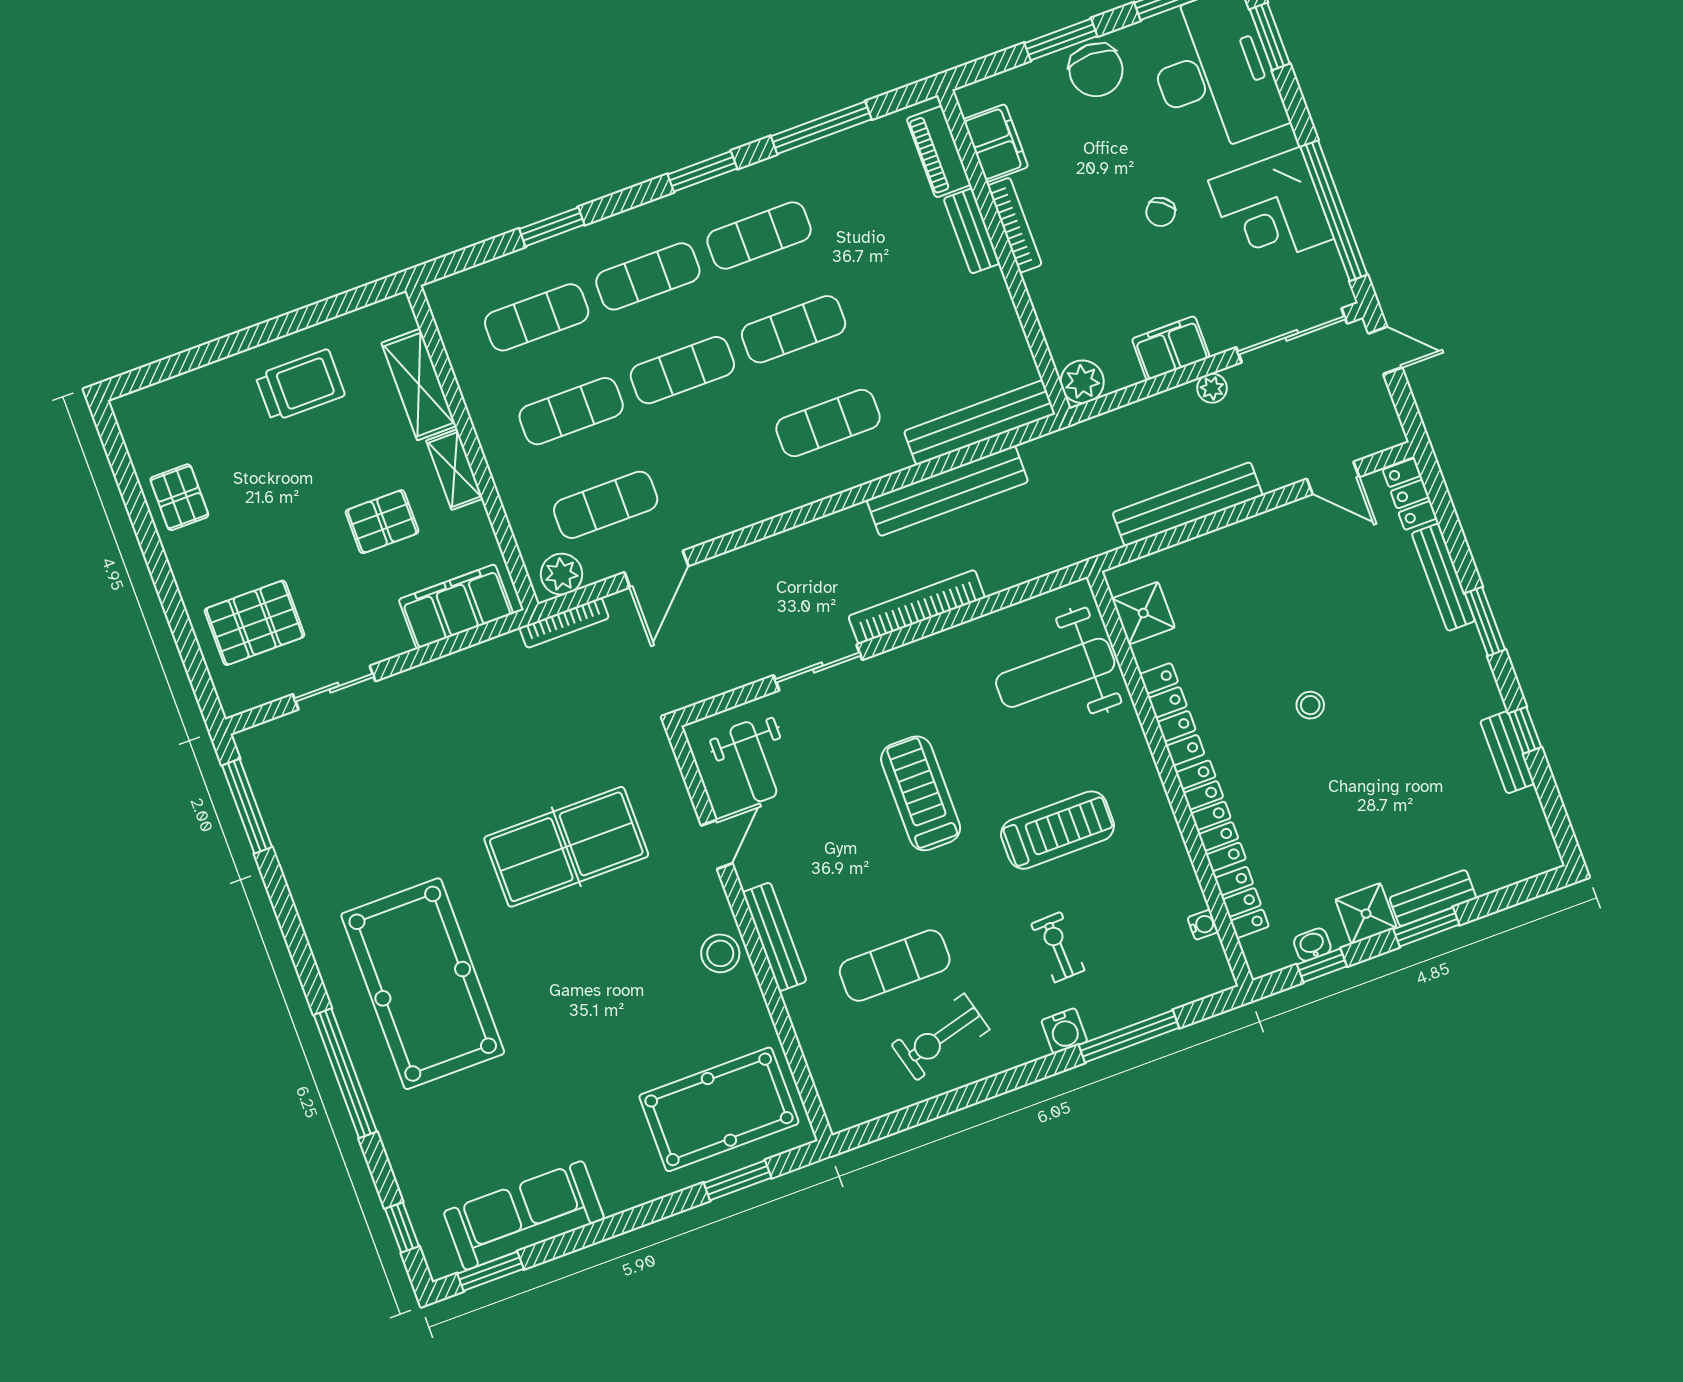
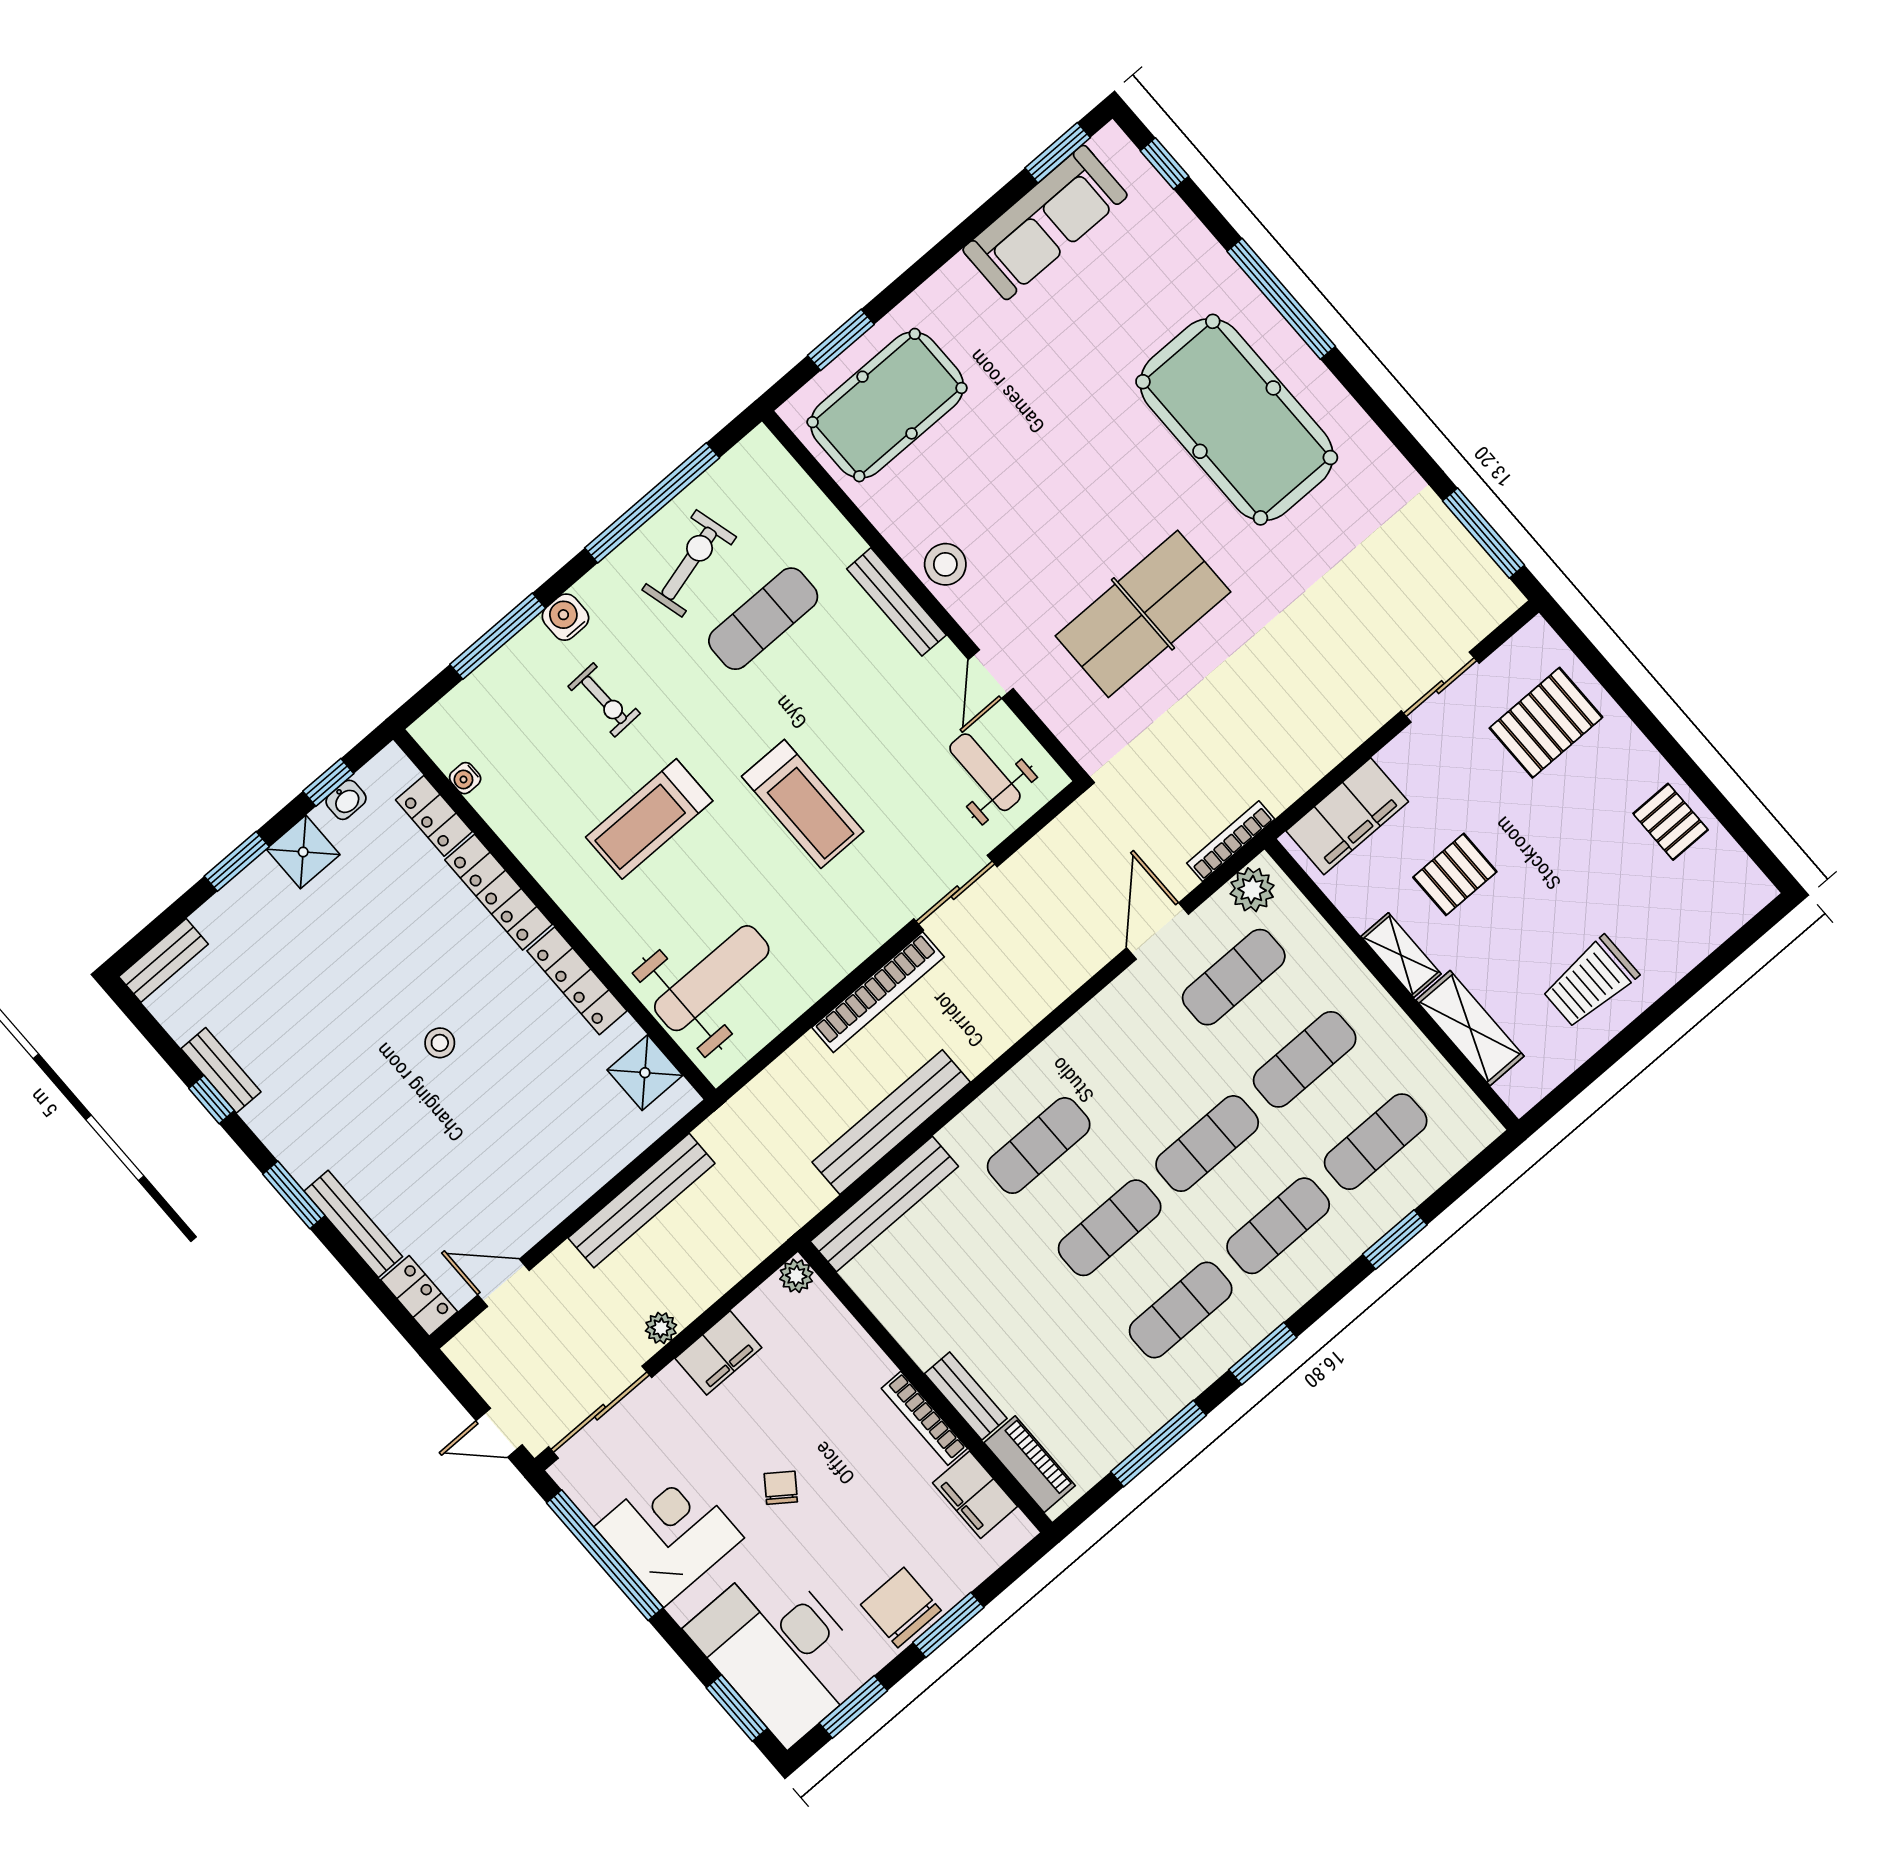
plant: (1082, 382) -> (796, 1276), width x0.73, depth x0.73
bench: (1433, 898) -> (164, 960), moved
window: (953, 1101) -> (652, 503), added

